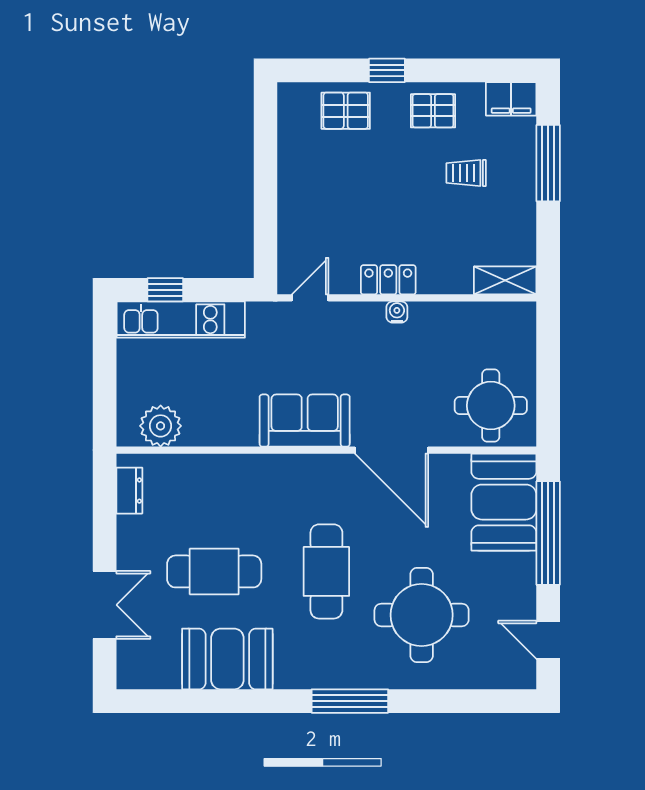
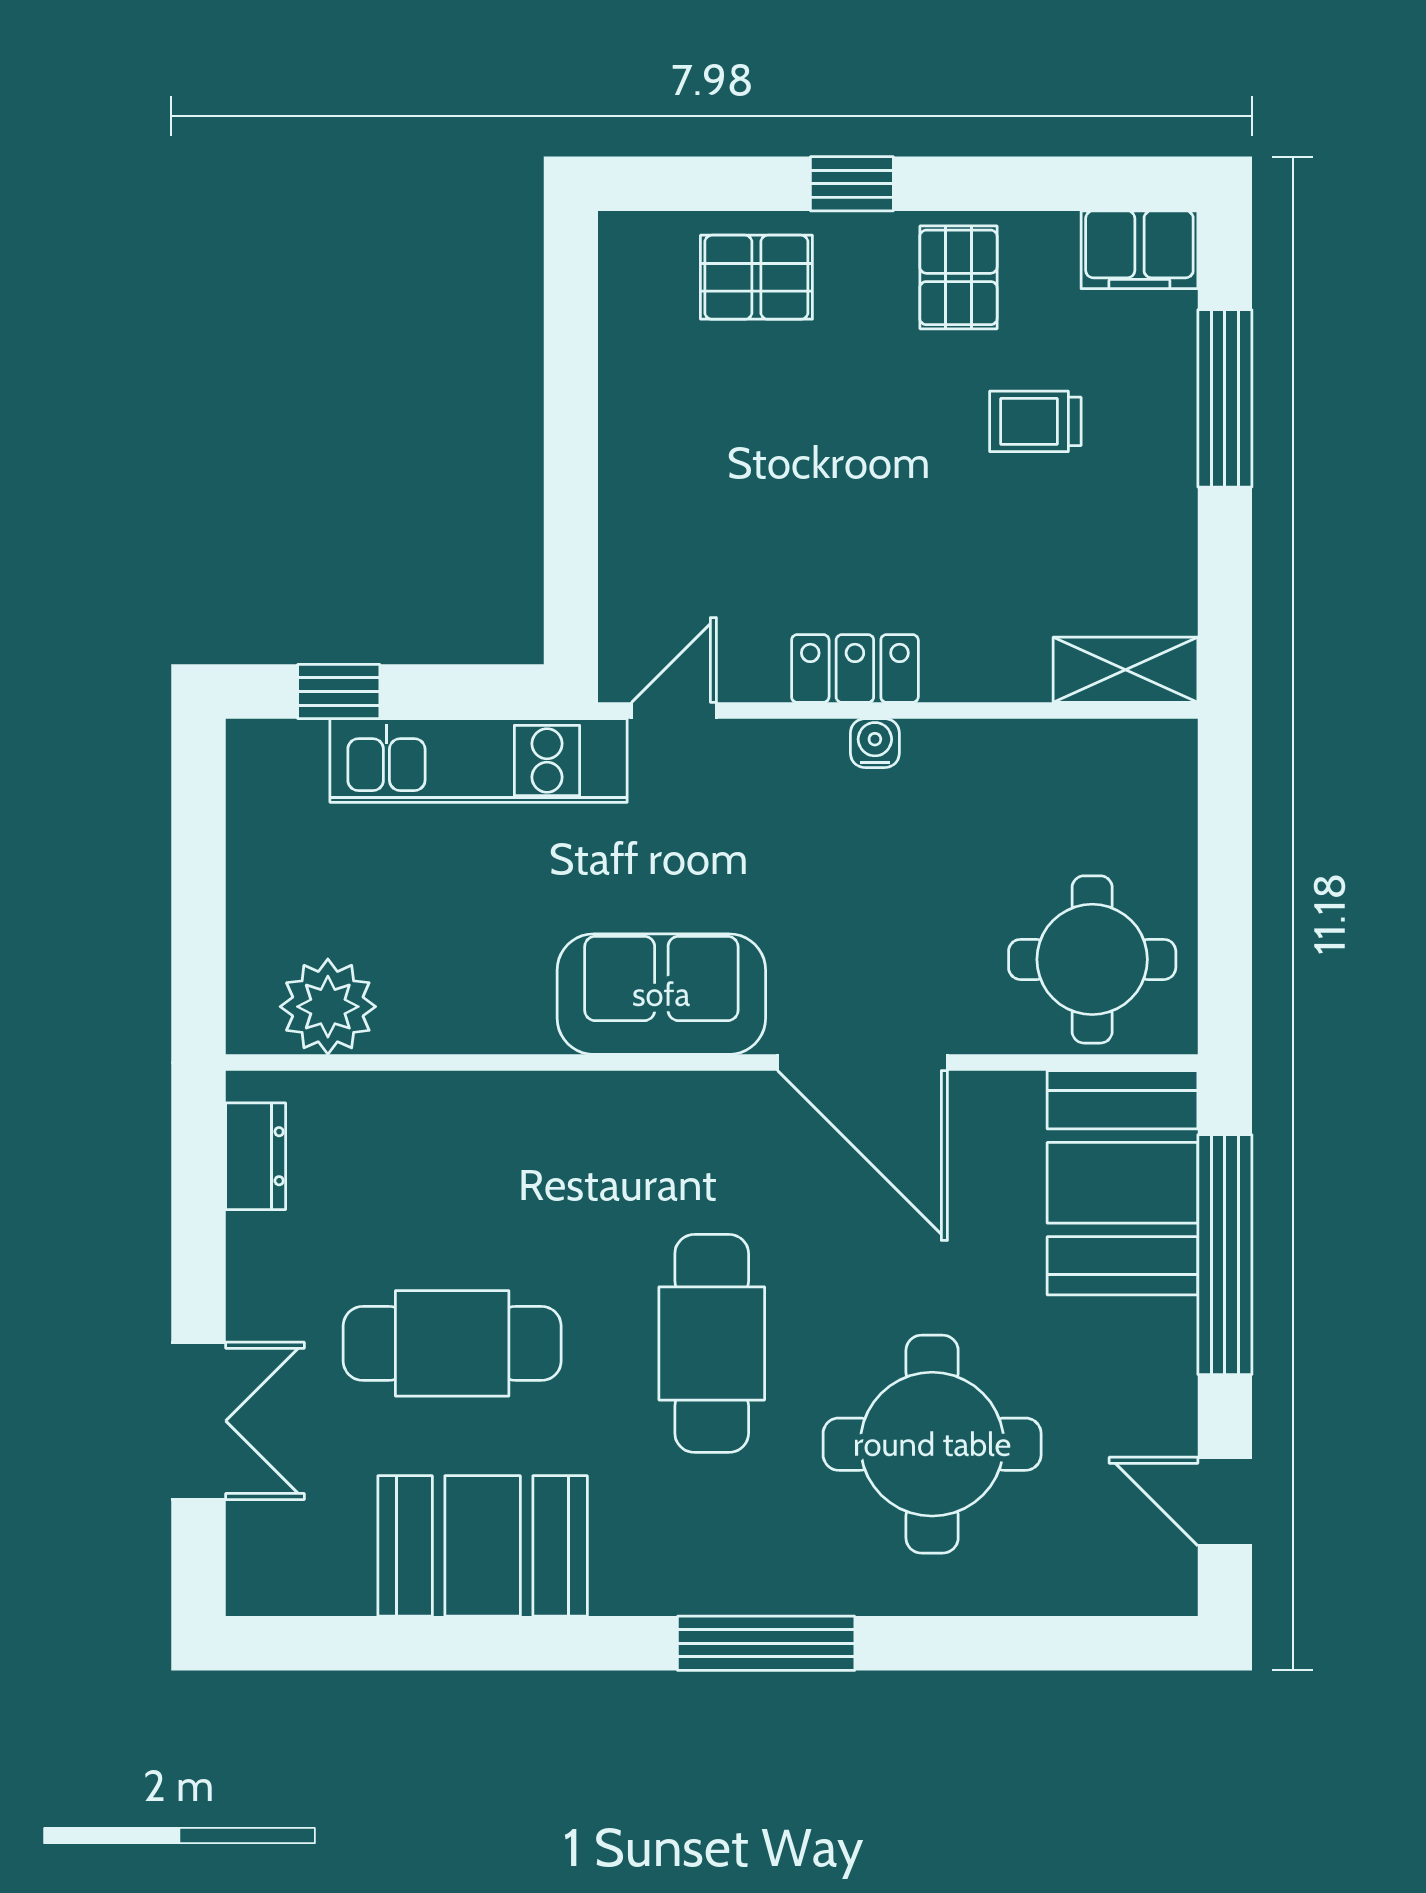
pallet: (433, 111) -> (958, 277), turned 90
kitchen unit: (181, 320) -> (479, 760), moved

